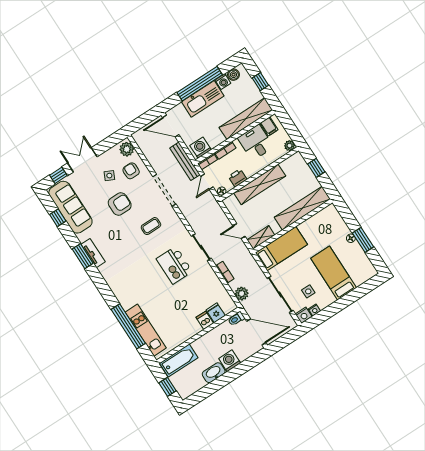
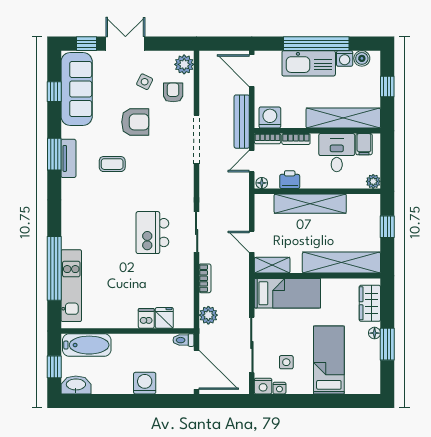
wardrobe: (336, 222) -> (370, 303), added
coffee table: (151, 226) -> (112, 164), moved
washbasin: (214, 373) -> (76, 385), moved

